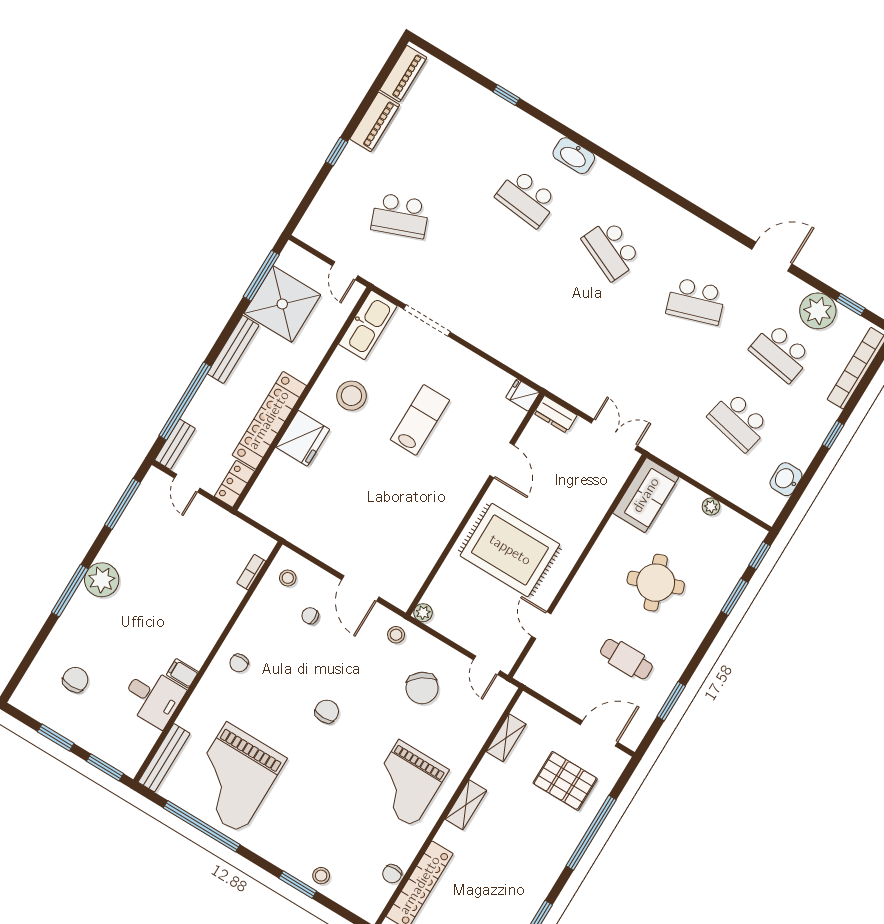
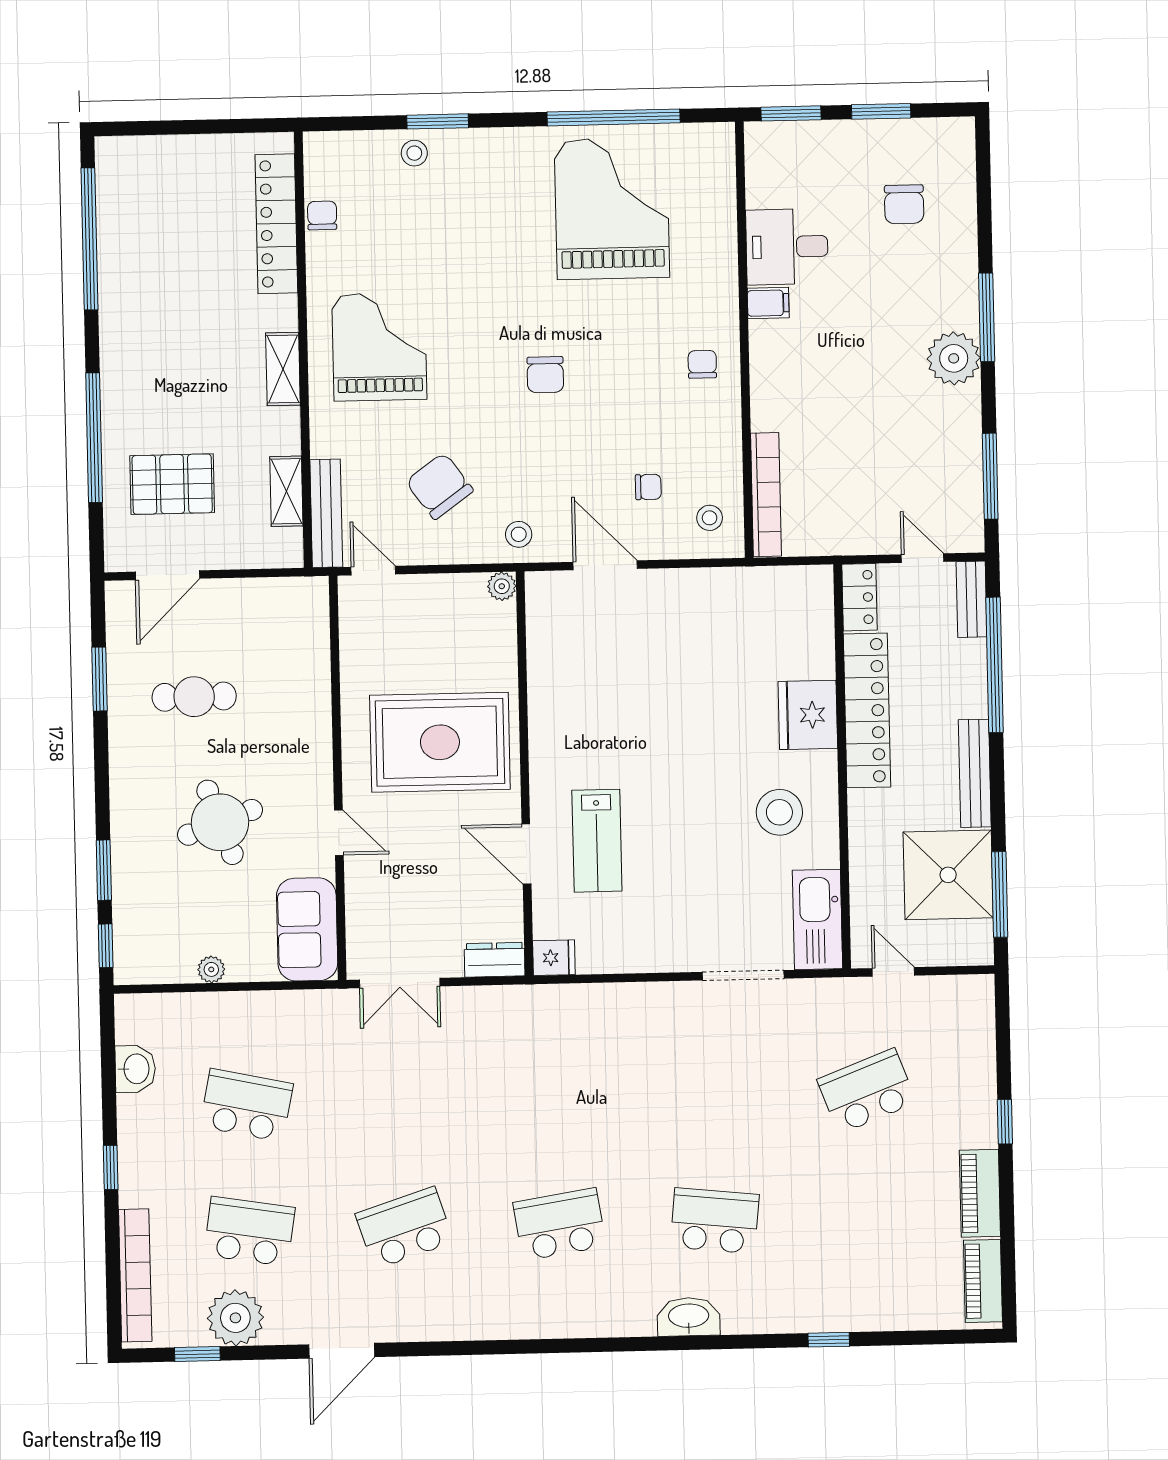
school desk: (611, 250) -> (560, 1224), turned -33
lab bench: (420, 420) -> (597, 841), moved
bookcase: (251, 572) -> (766, 495), width x2.31, depth x1.31
door: (541, 625) -> (339, 833), moved
bench: (164, 758) -> (326, 513), moved

